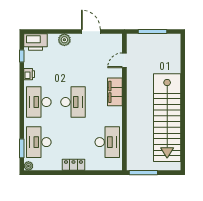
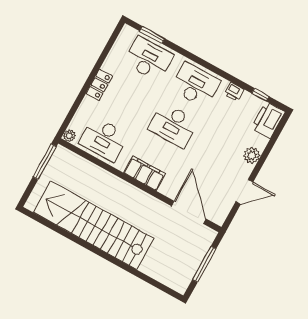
door: (124, 60) -> (189, 212), width x1.88
filing cabinet: (115, 92) -> (145, 173), moved
plant: (28, 166) -> (69, 136), moved

